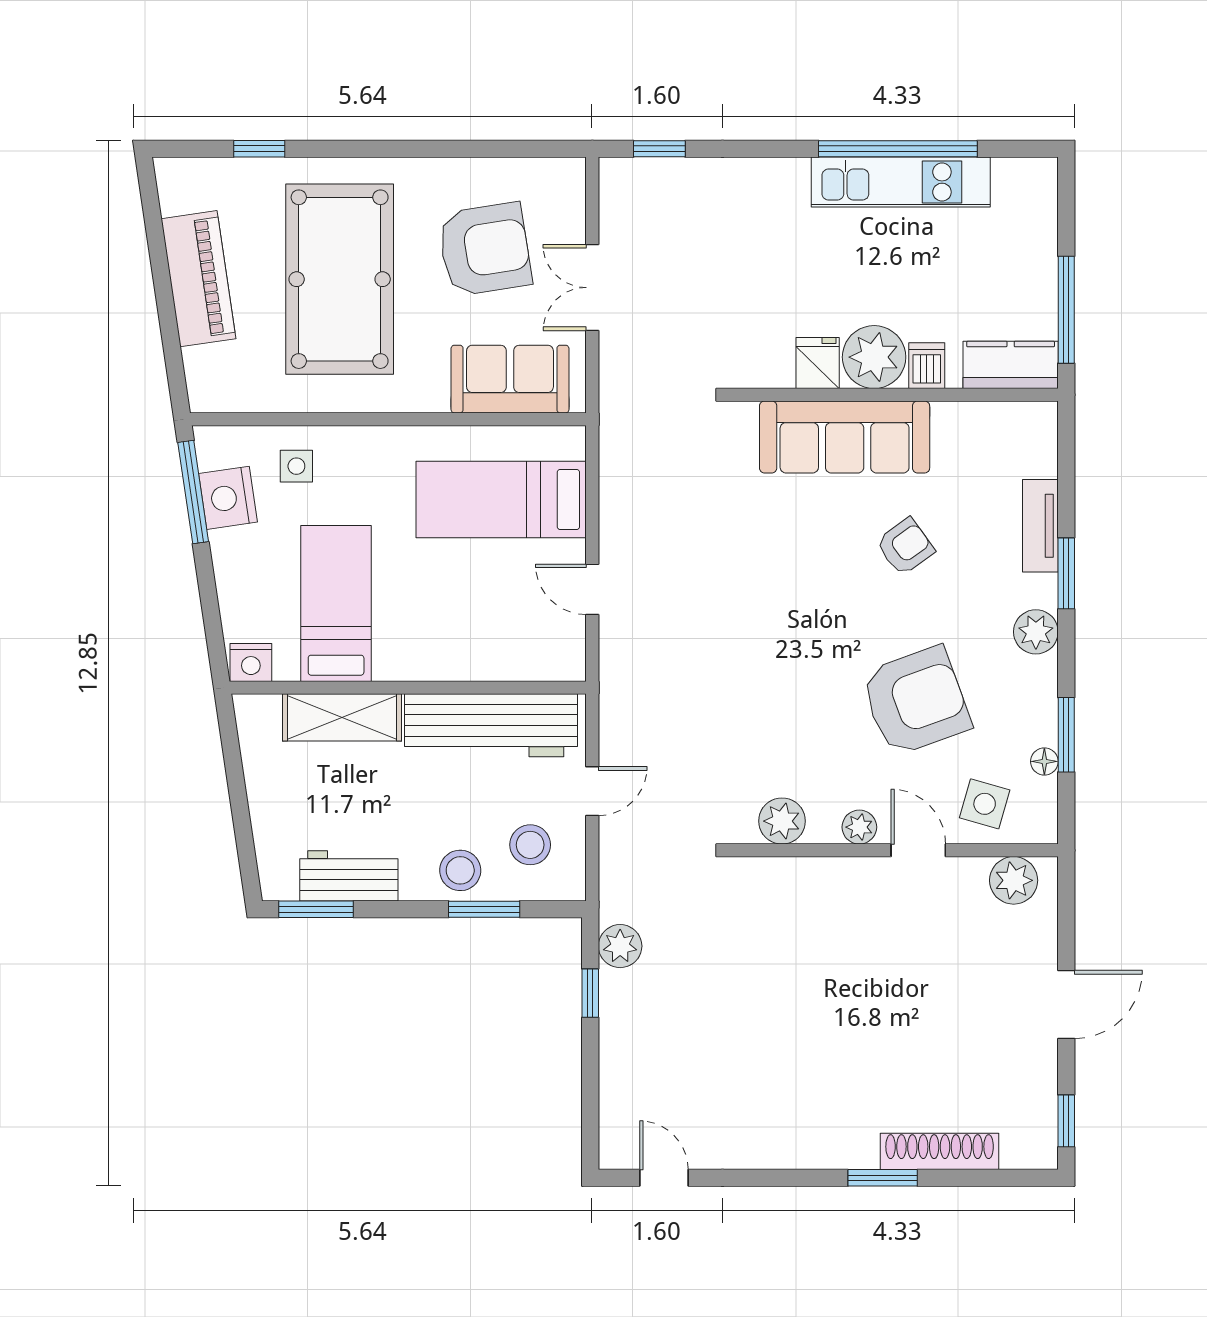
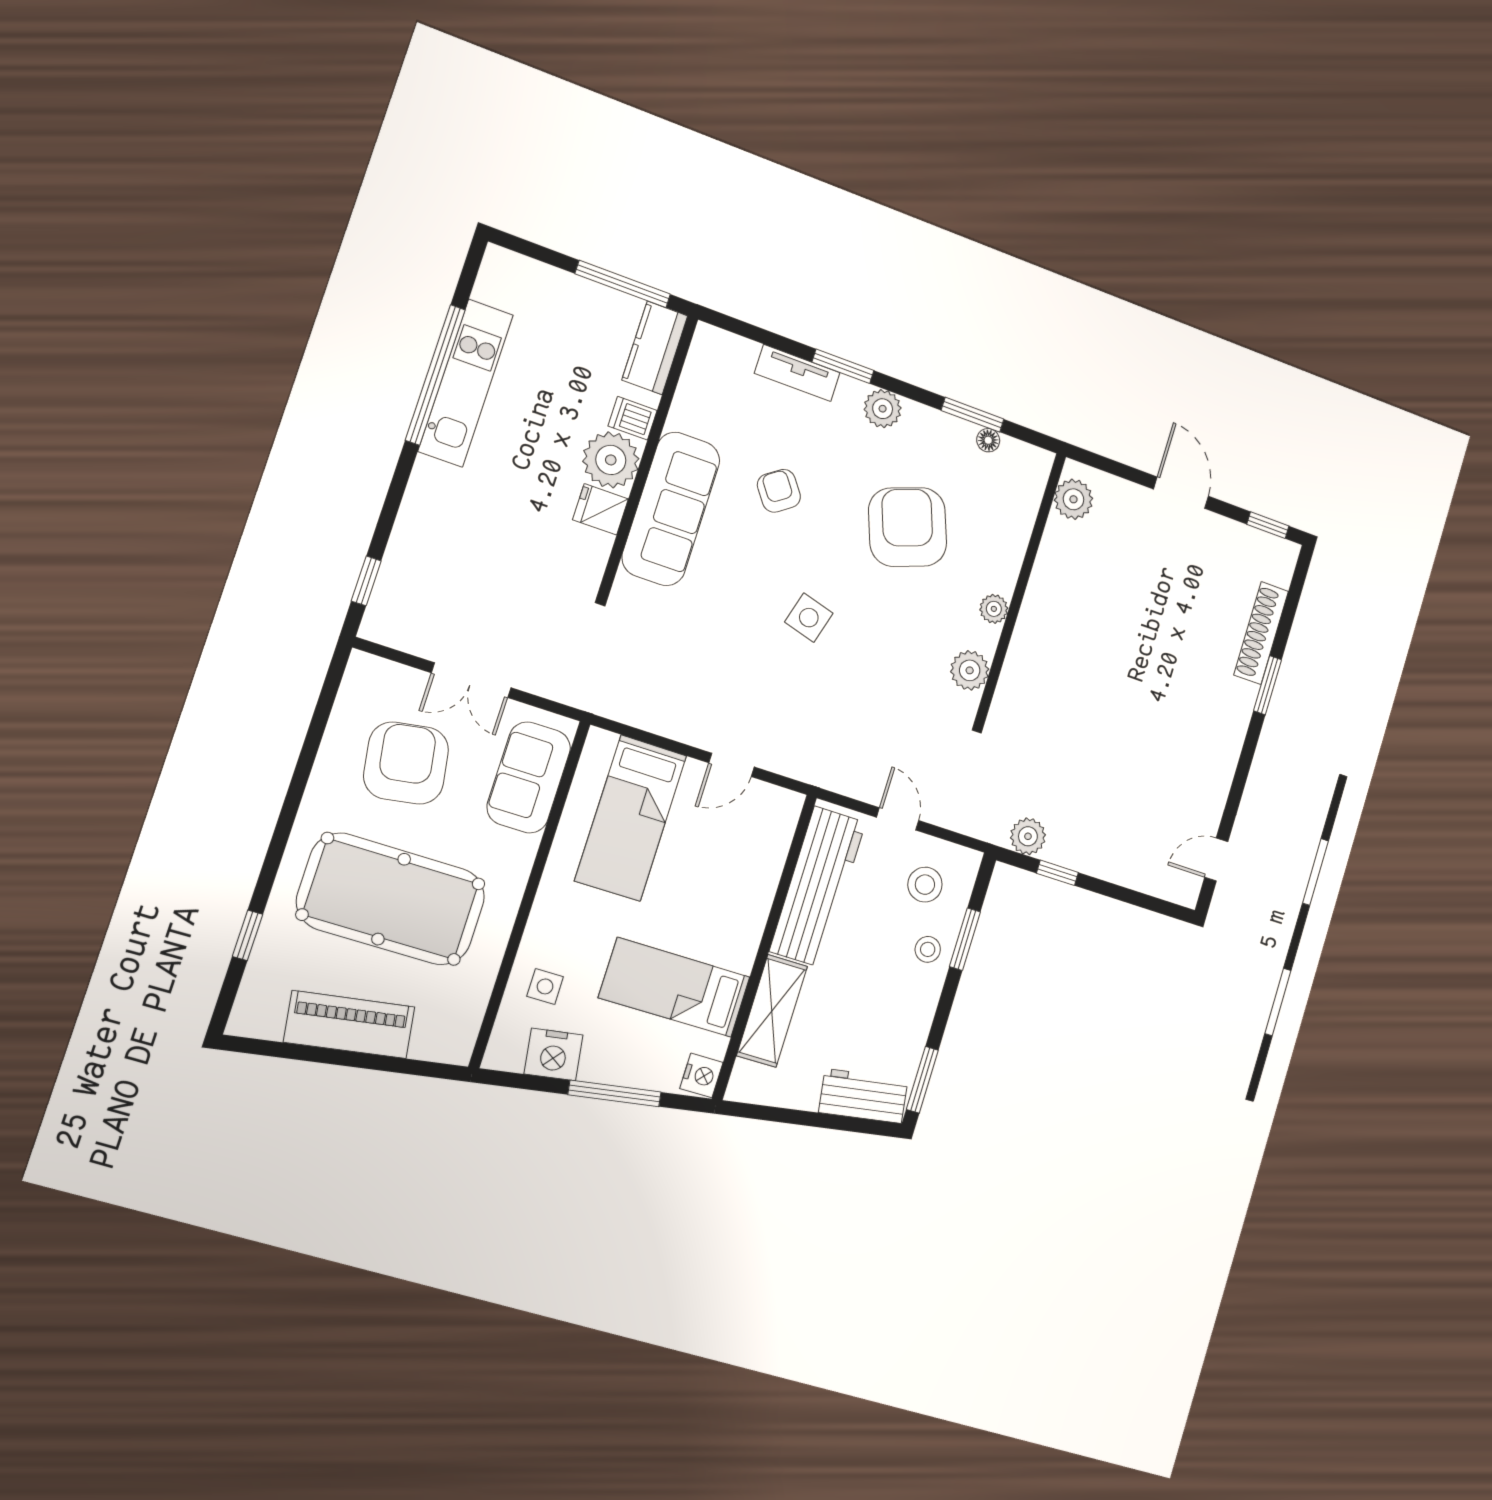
window: (193, 492) -> (615, 1093), moved
side table: (985, 804) -> (809, 618), moved
door: (918, 850) -> (1027, 568), removed
stool: (460, 870) -> (928, 949), width x0.73, depth x0.73
workbench: (349, 876) -> (863, 1096), moved, turned 82

